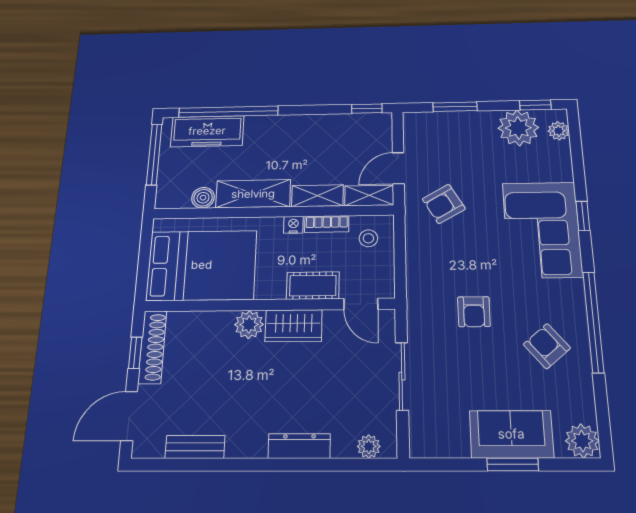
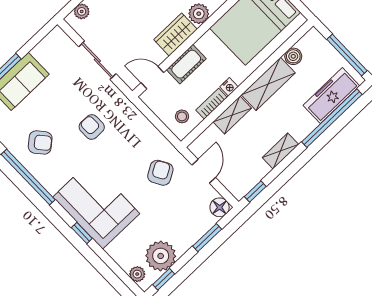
floor lamp: (416, 123) -> (220, 207), added
shelving: (369, 195) -> (280, 151), moved

